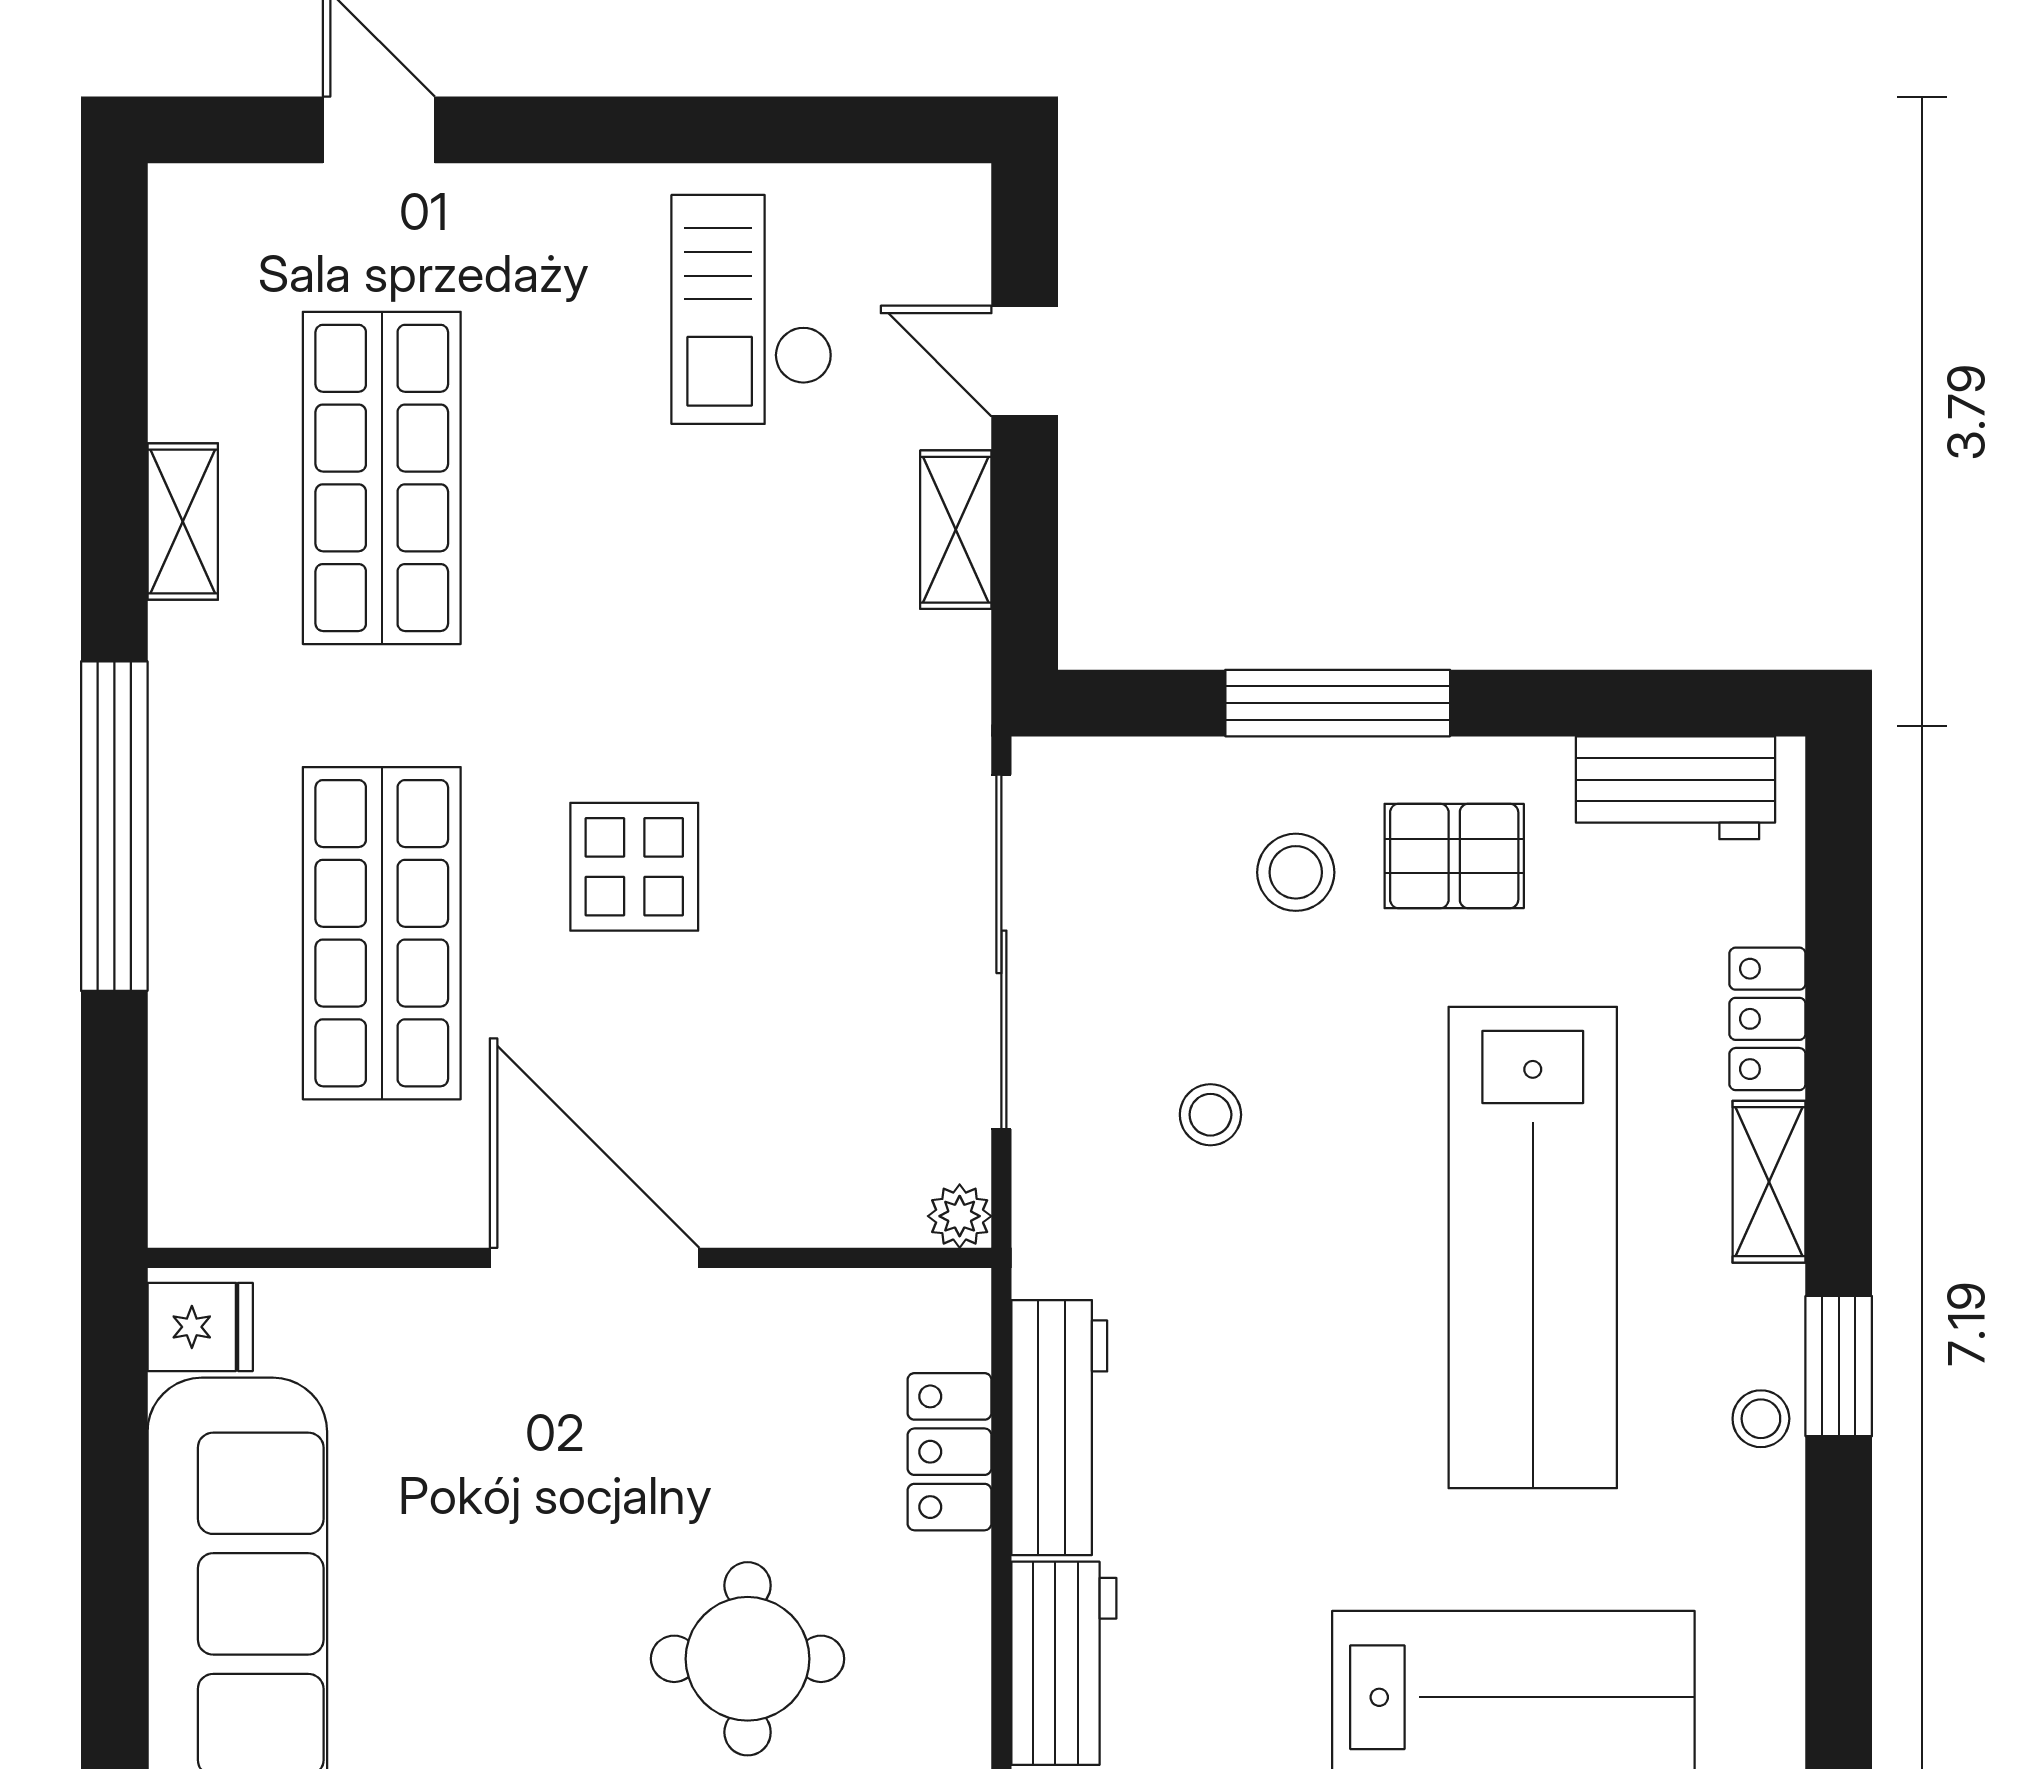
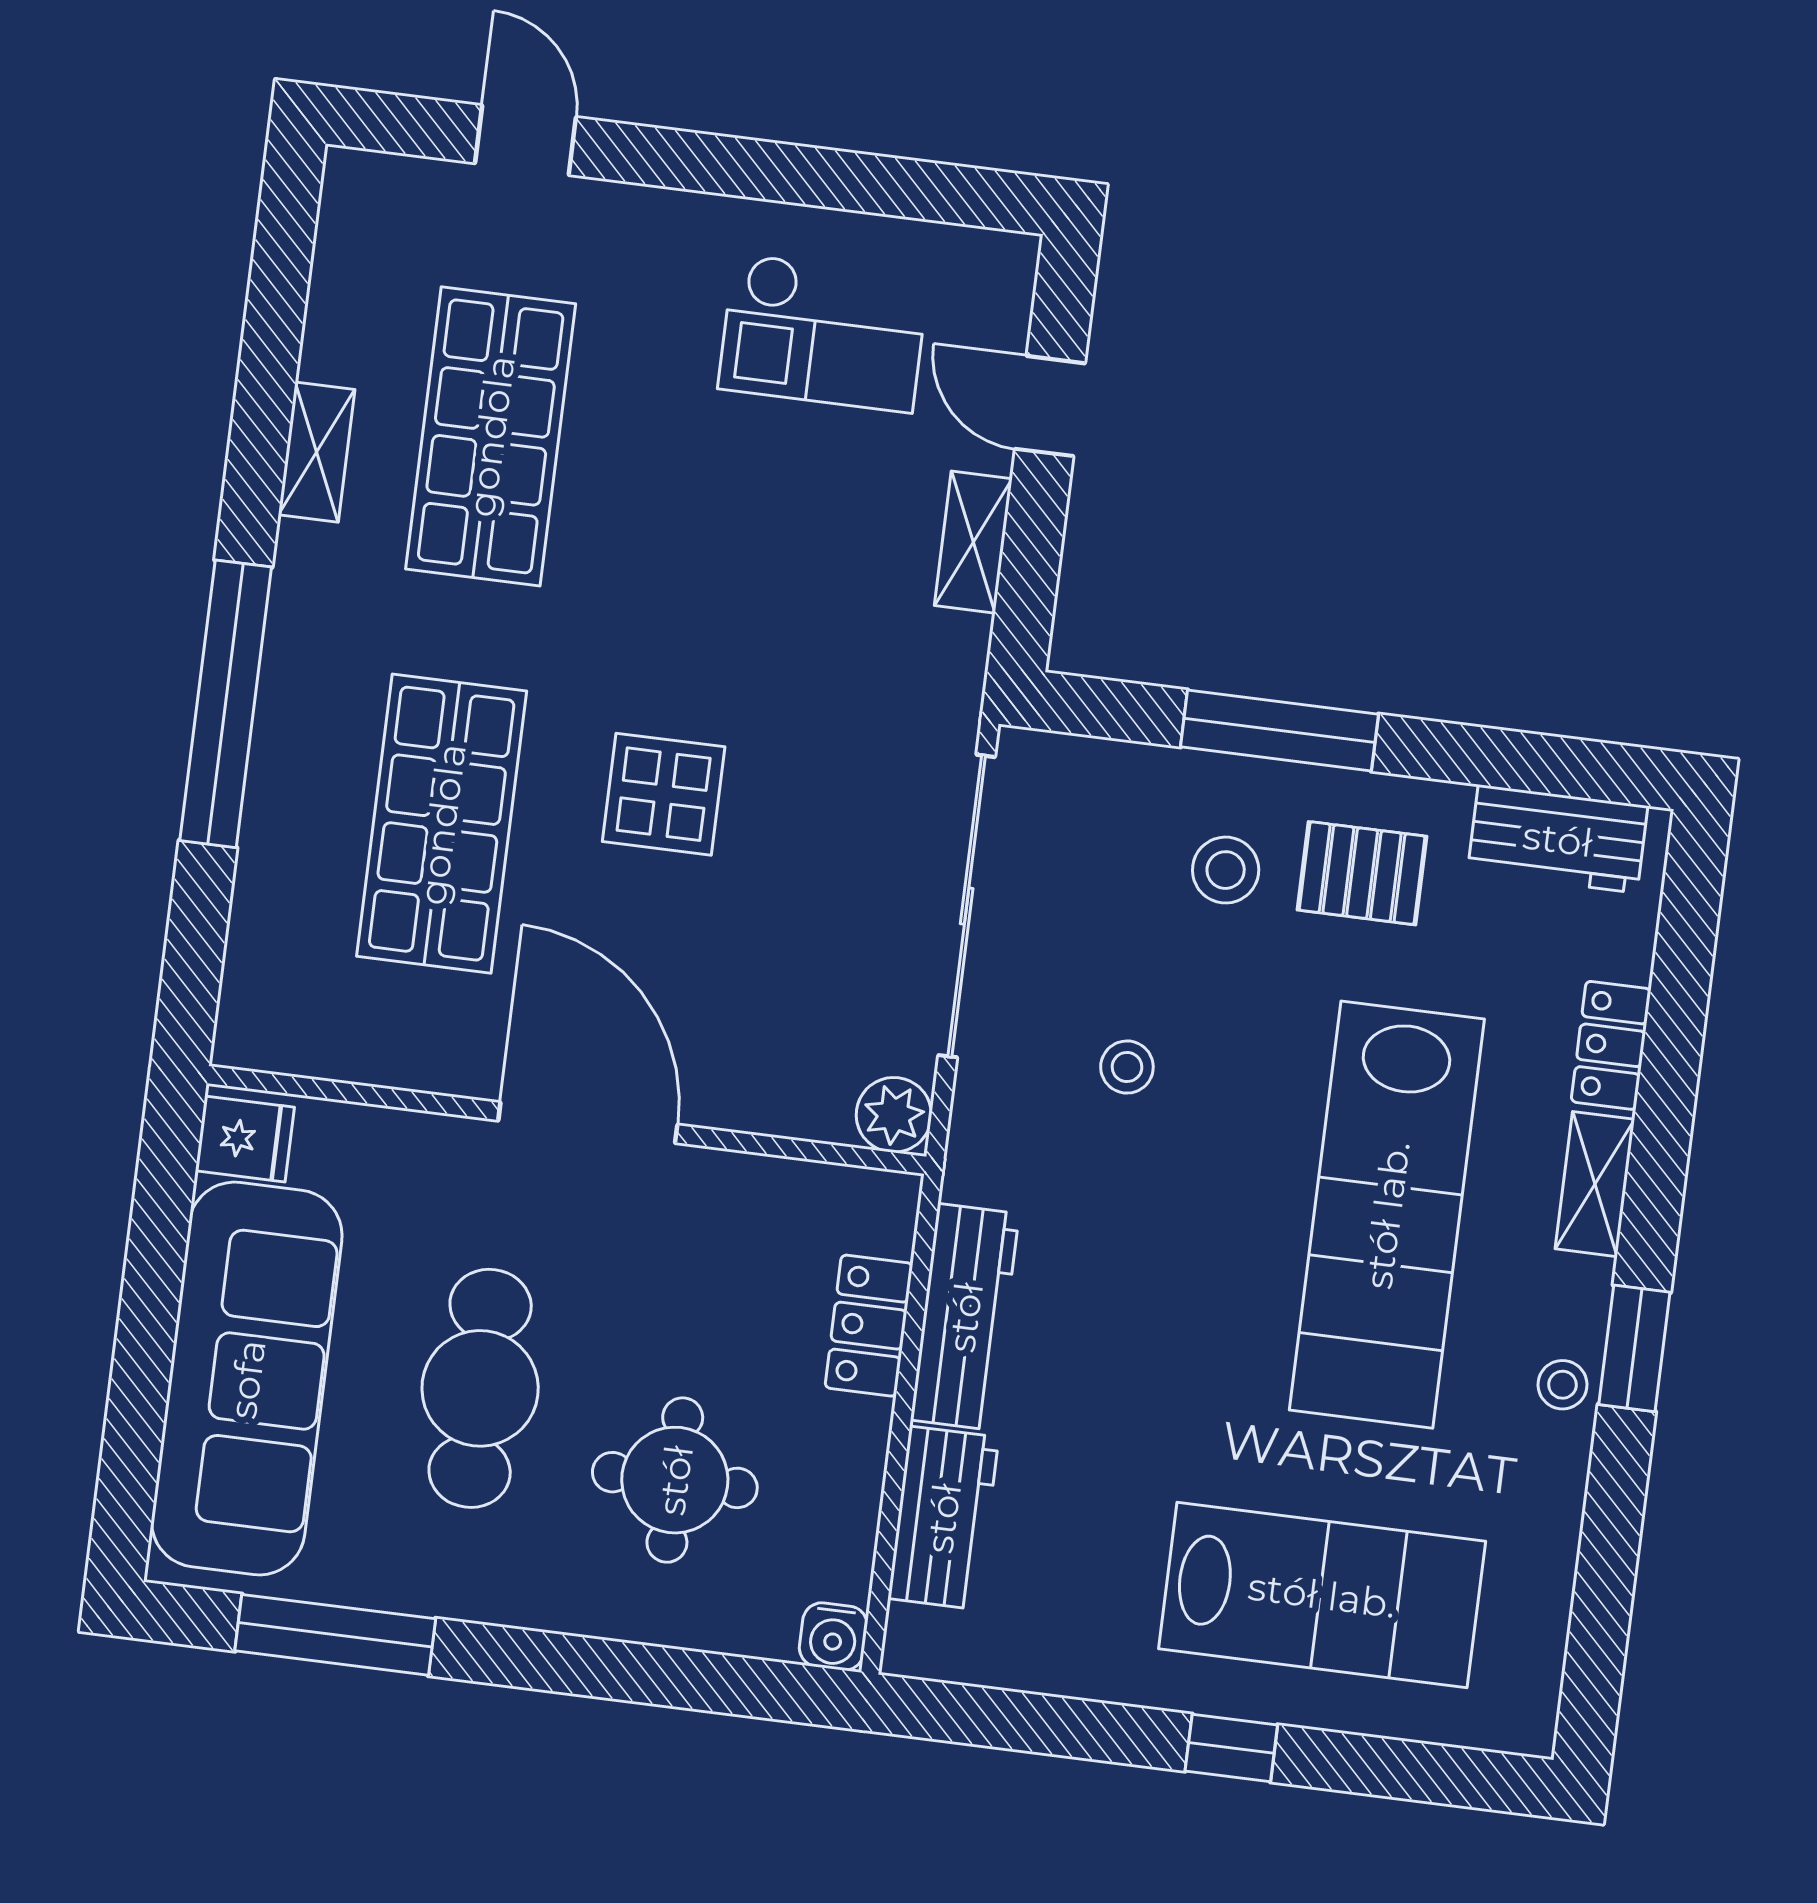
checkout: (752, 309) -> (823, 333), turned -90
plant: (960, 1216) -> (894, 1115), width x1.38, depth x1.38
cafe table: (509, 1581) -> (480, 1388), added

